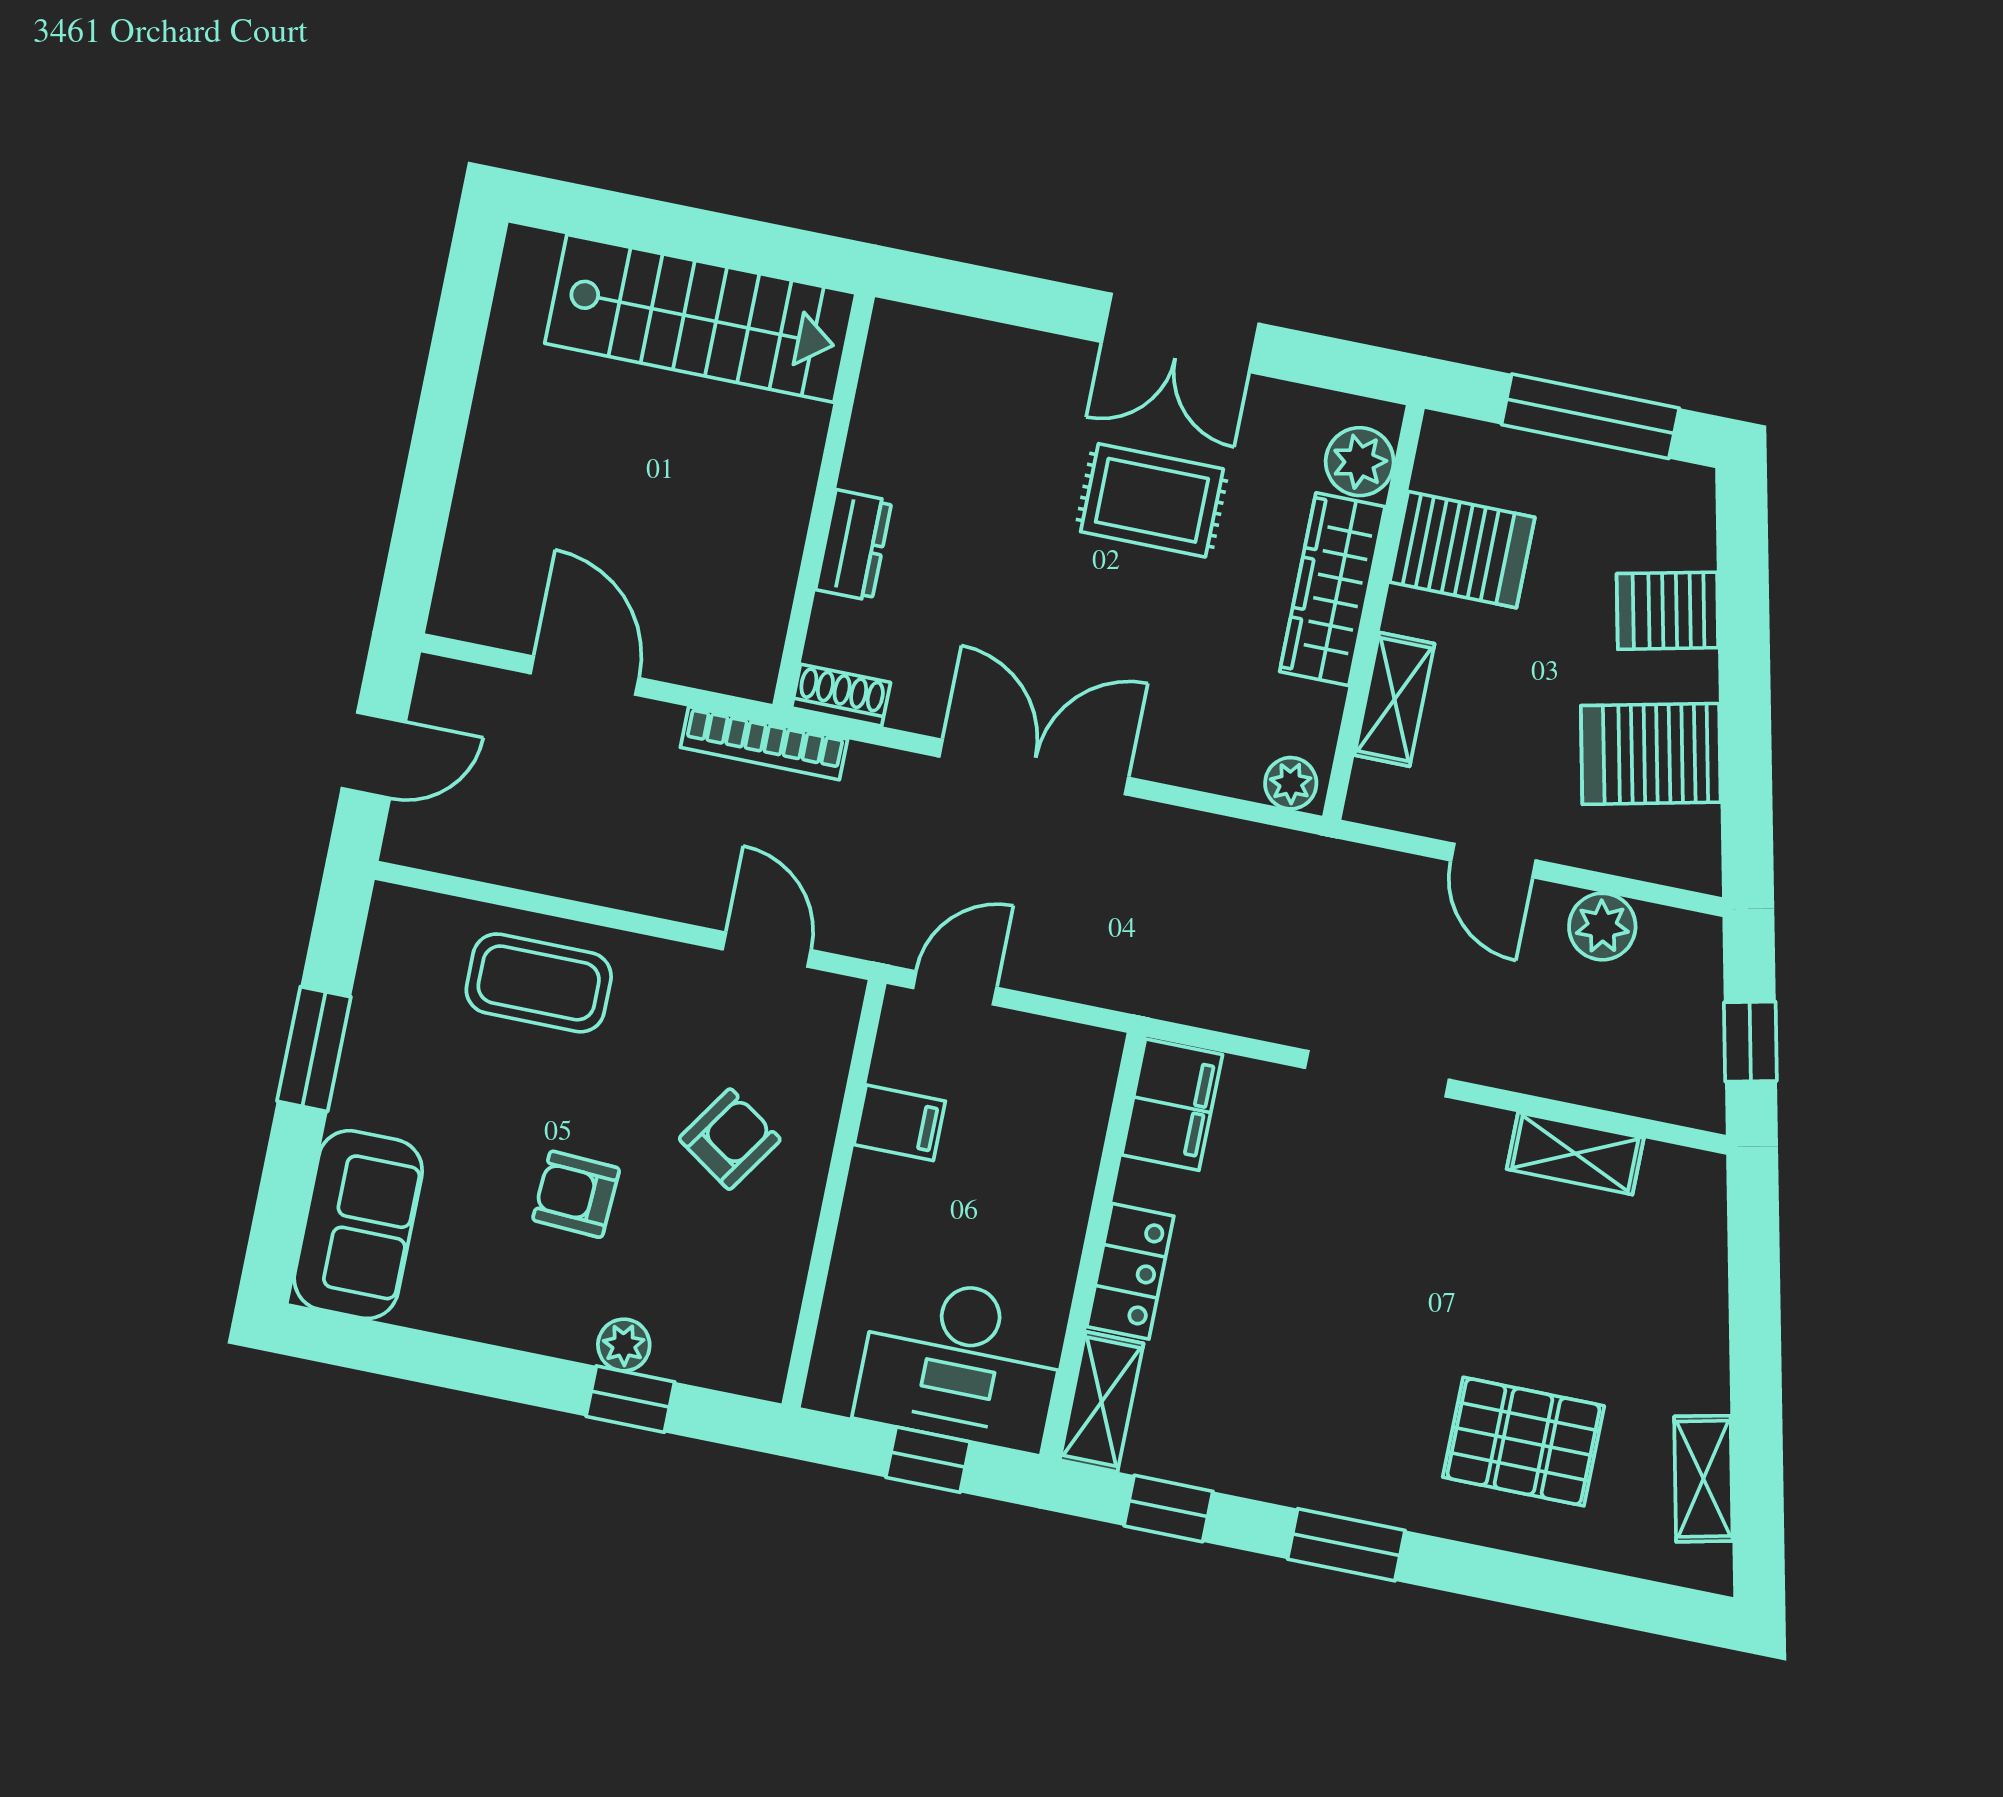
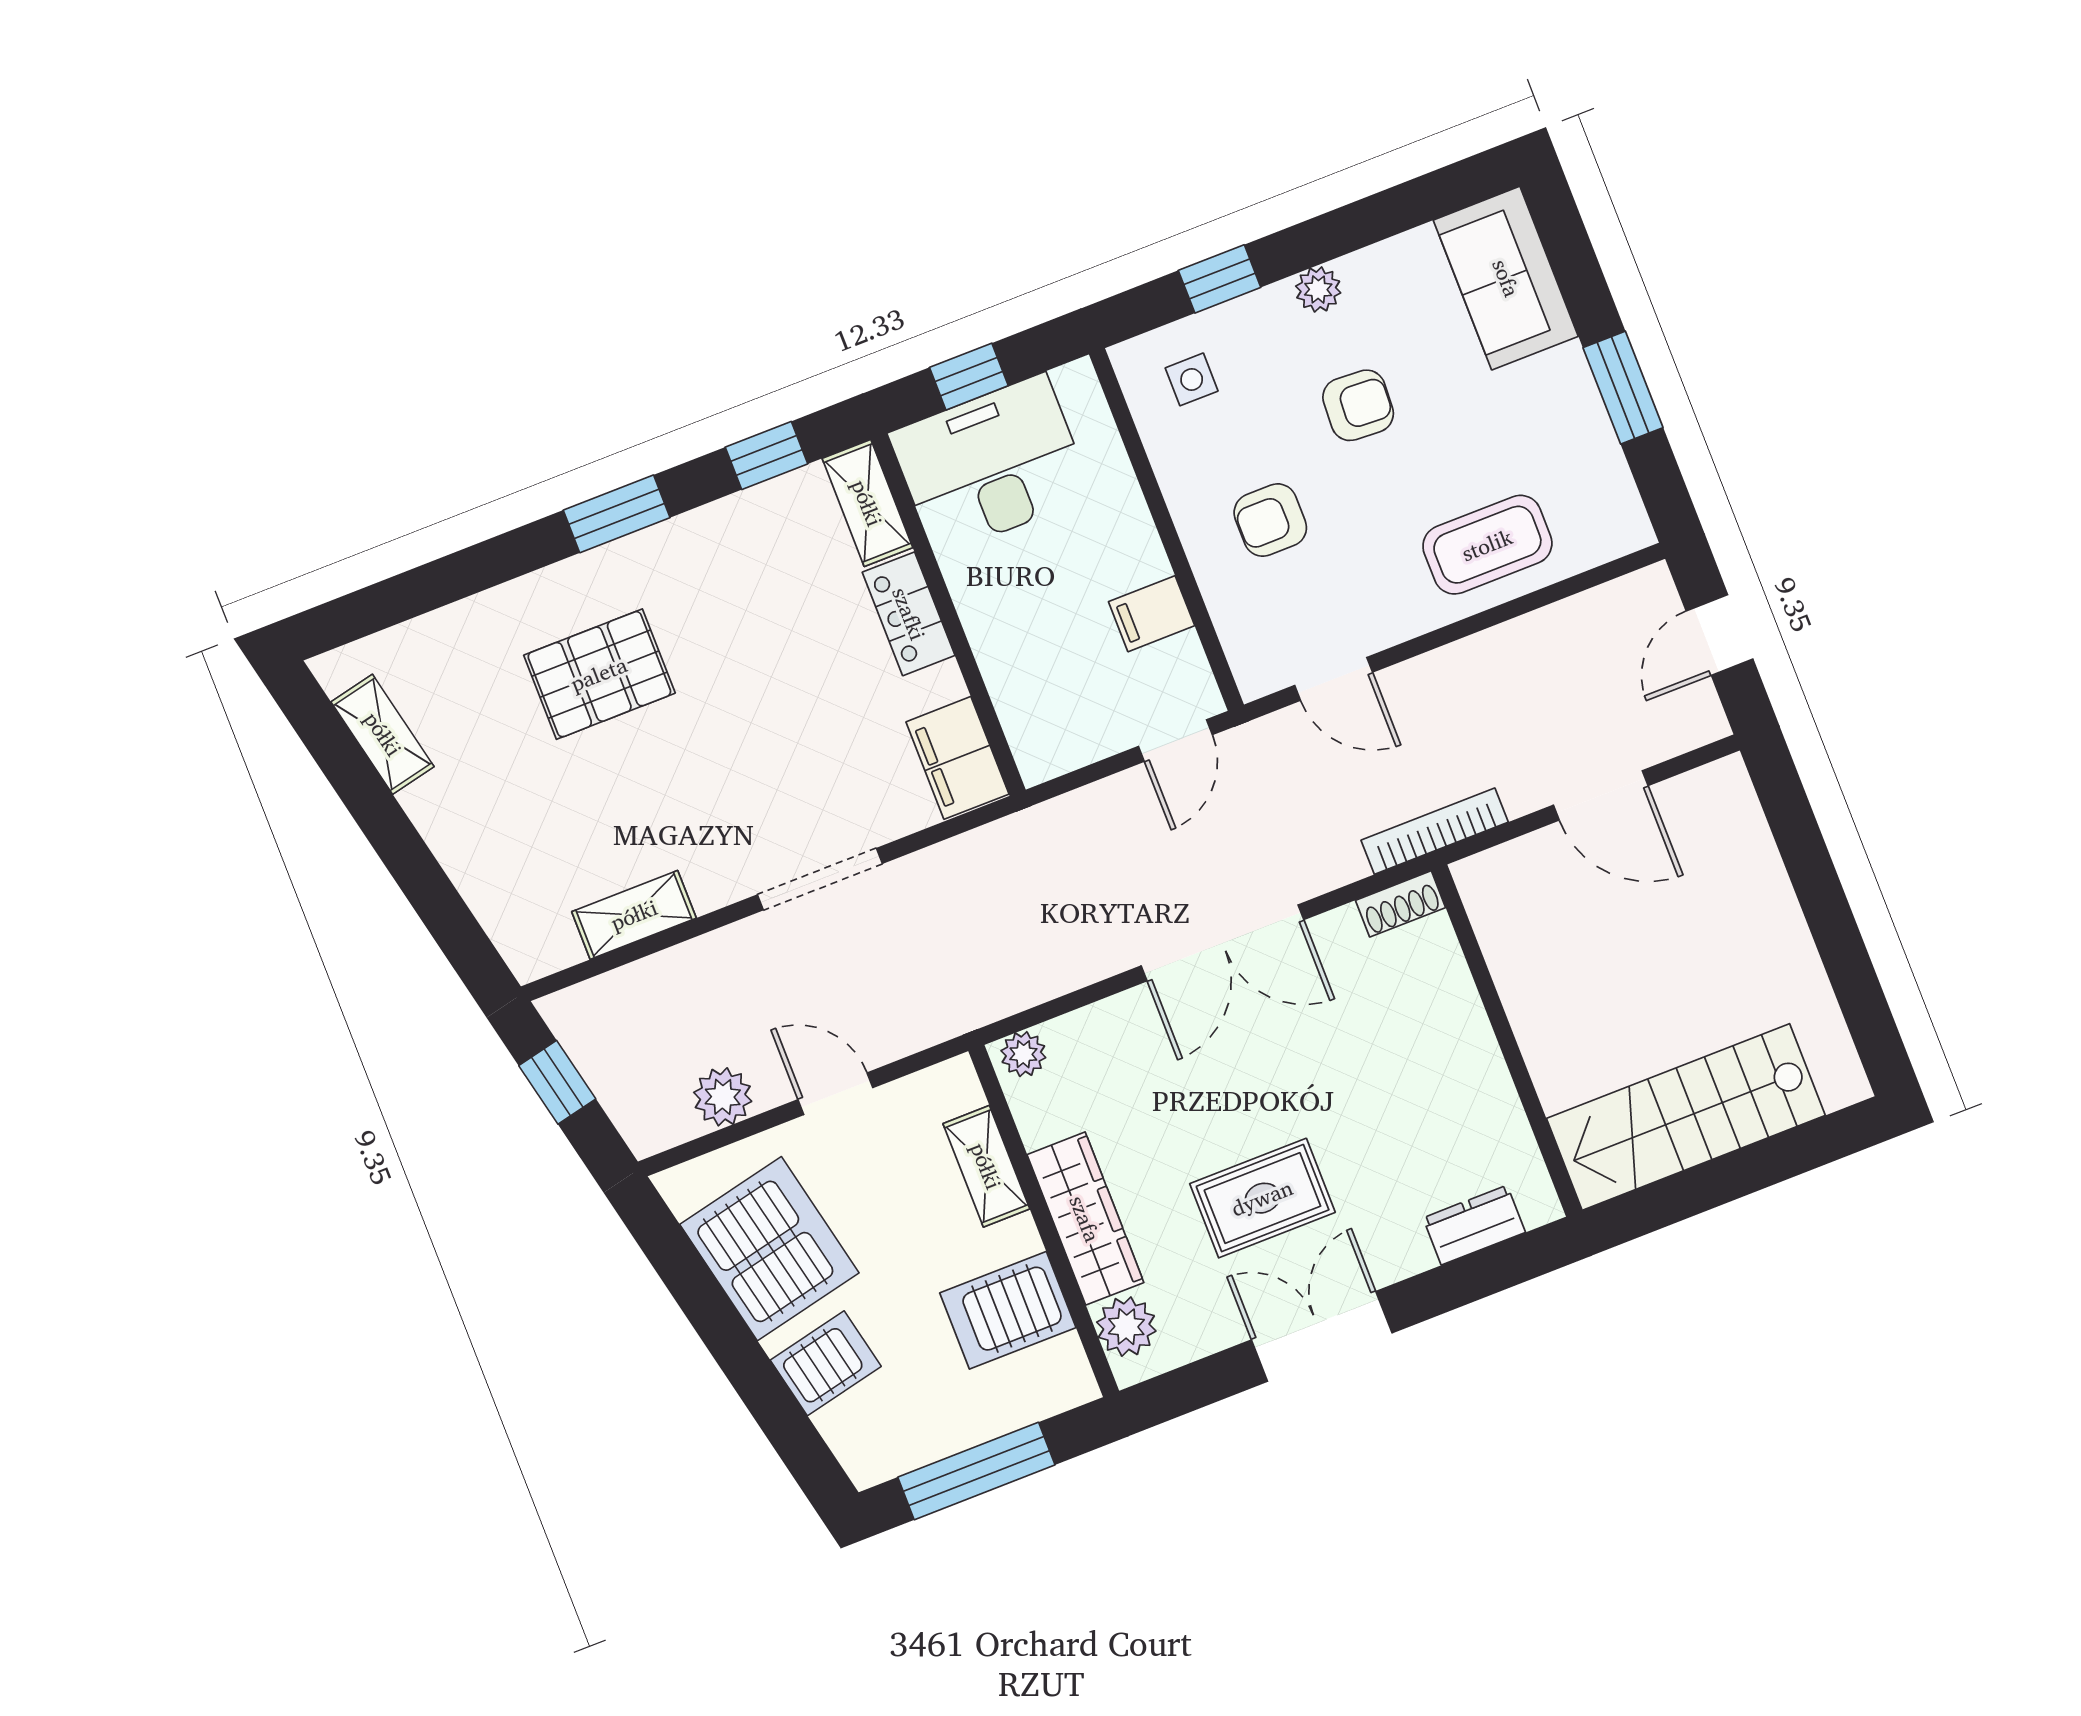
dresser: (854, 545) -> (1474, 1225), moved, turned 90
server rack: (1651, 754) -> (769, 1249), width x1.60
armchair: (730, 1139) -> (1270, 520), turned 56
side table: (718, 1321) -> (1192, 379), added
plant: (624, 1345) -> (1318, 289), moved
pallet: (1523, 1442) -> (599, 674), moved

